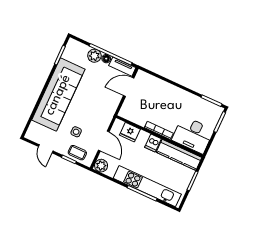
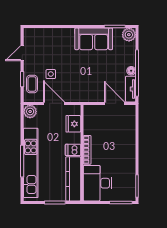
plant: (94, 56) -> (129, 35), moved
sofa: (58, 95) -> (94, 39), width x0.54, depth x0.79
door: (104, 141) -> (54, 103), swing flipped

